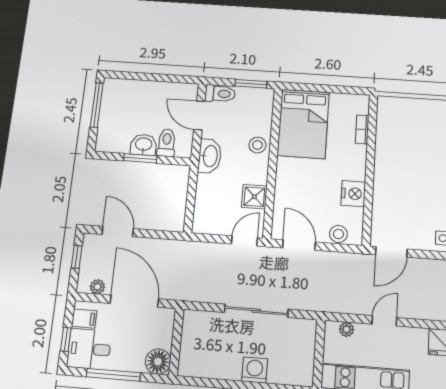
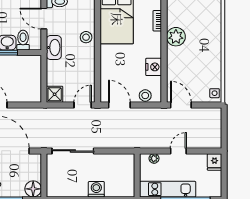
plant: (388, 153) -> (176, 37), added
shower: (254, 197) -> (55, 94), moved
door: (391, 252) -> (181, 105), swing flipped
sliding door: (256, 311) -> (73, 151), moved

